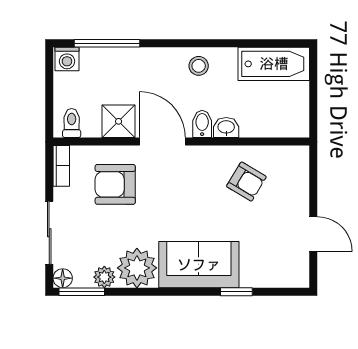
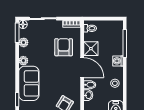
washing machine: (67, 59) -> (118, 61), moved
door: (163, 142) -> (82, 68), hinge flipped
plant: (137, 268) -> (23, 61), width x0.53, depth x0.53

